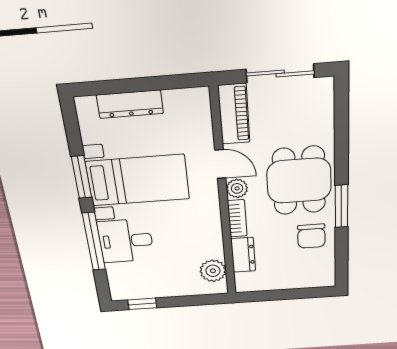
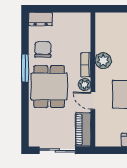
dresser: (243, 255) -> (41, 19), moved, turned -90
plant: (213, 271) -> (103, 61), moved

